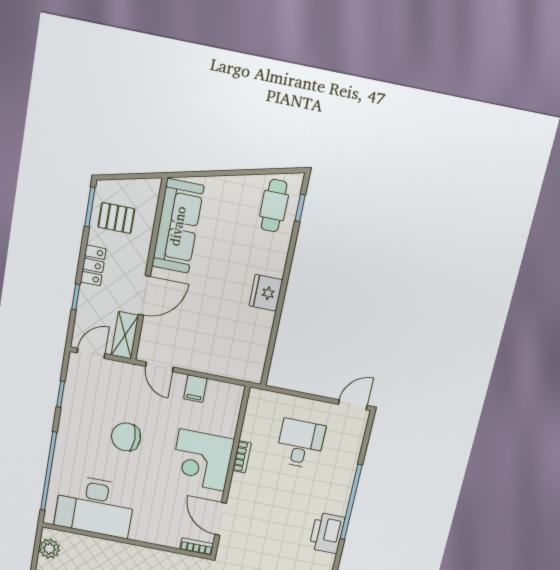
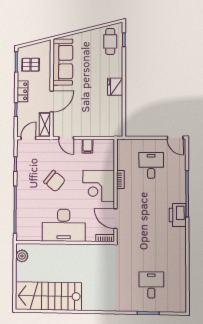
door: (353, 405) -> (175, 138), swing flipped
chair: (126, 437) -> (55, 181), turned -141
desk: (95, 506) -> (64, 225), moved

